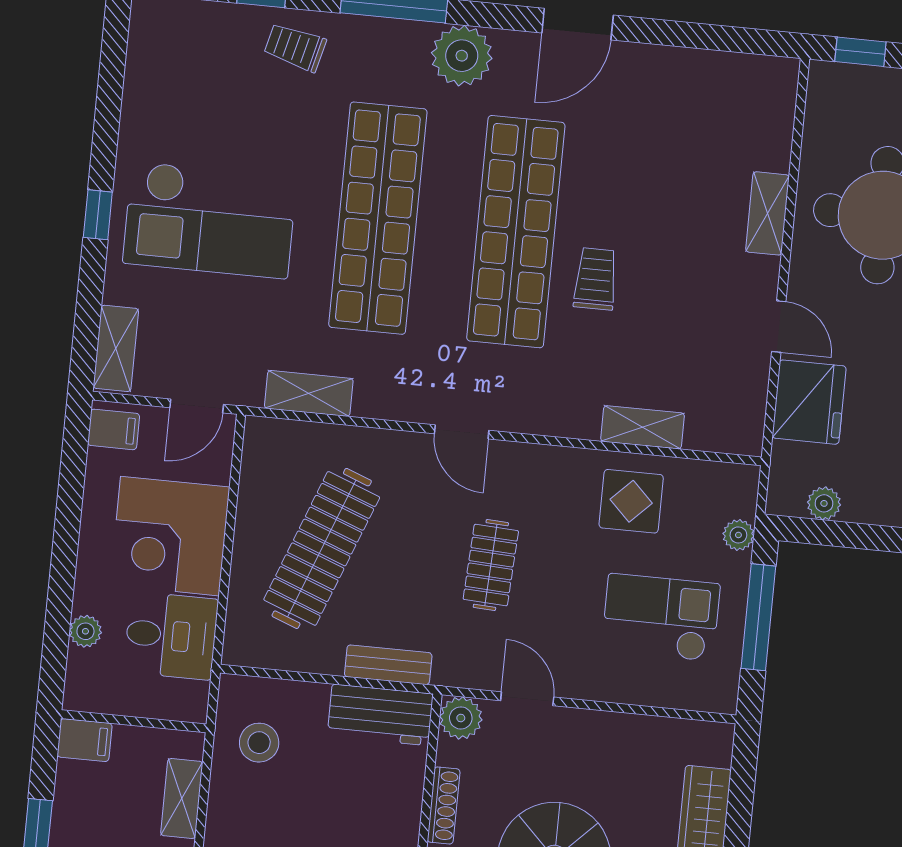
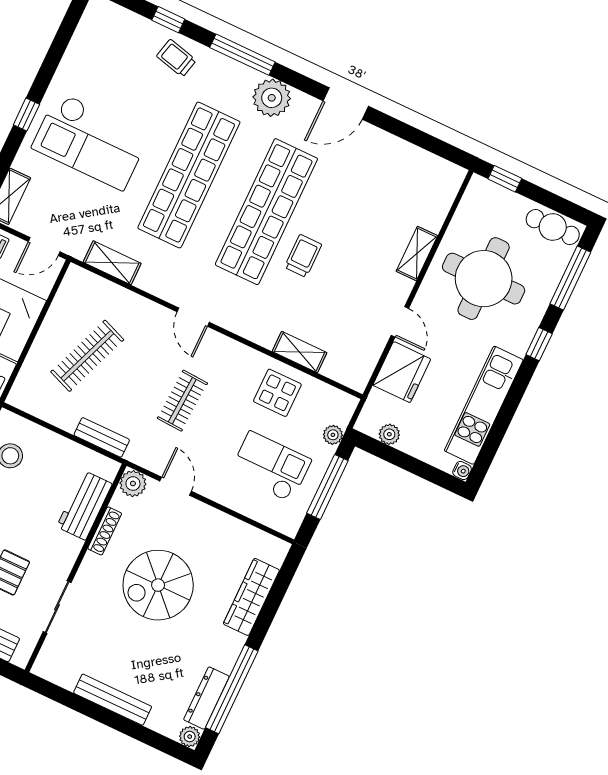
clothes rail: (322, 548) -> (87, 356), width x0.73, depth x0.76
workbench: (380, 715) -> (84, 505), moved, turned 90

